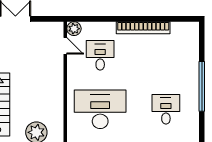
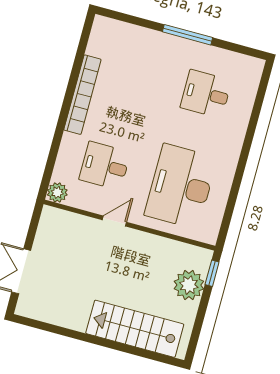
door: (65, 46) -> (114, 221), moved
window: (202, 86) -> (187, 35), width x0.68

